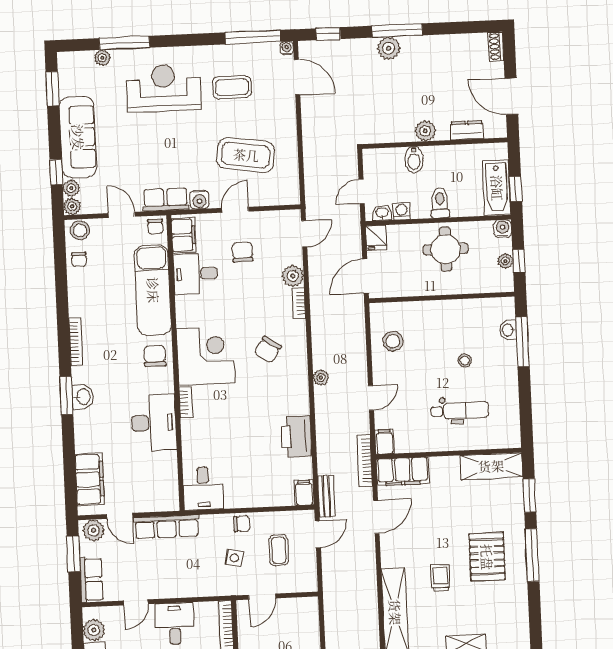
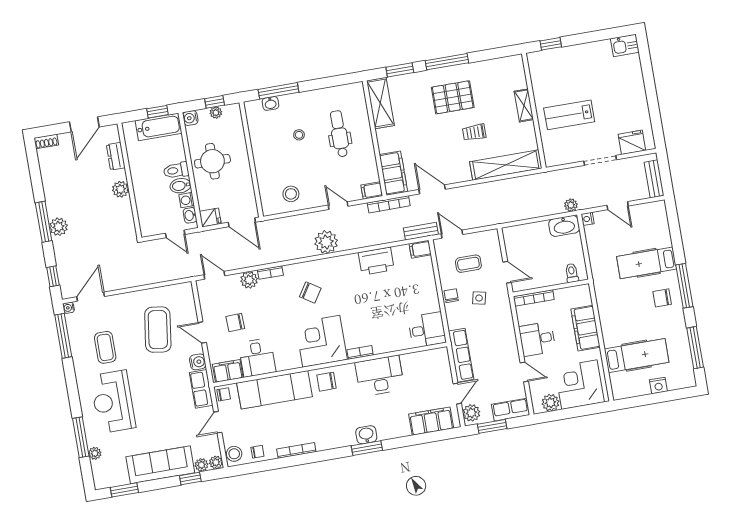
bidet: (414, 160) -> (180, 186), moved, turned 180
bookcase: (76, 341) -> (296, 450), moved
plant: (321, 378) -> (326, 242), width x1.88, depth x1.88

